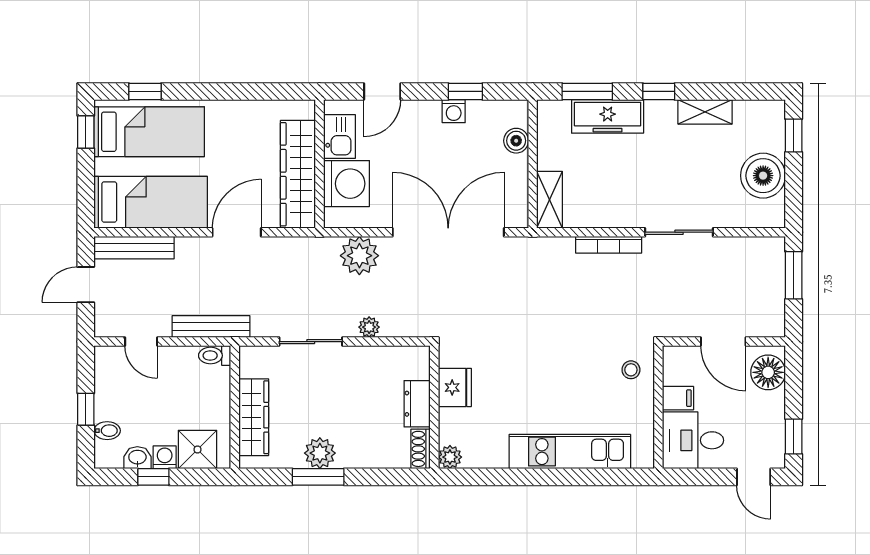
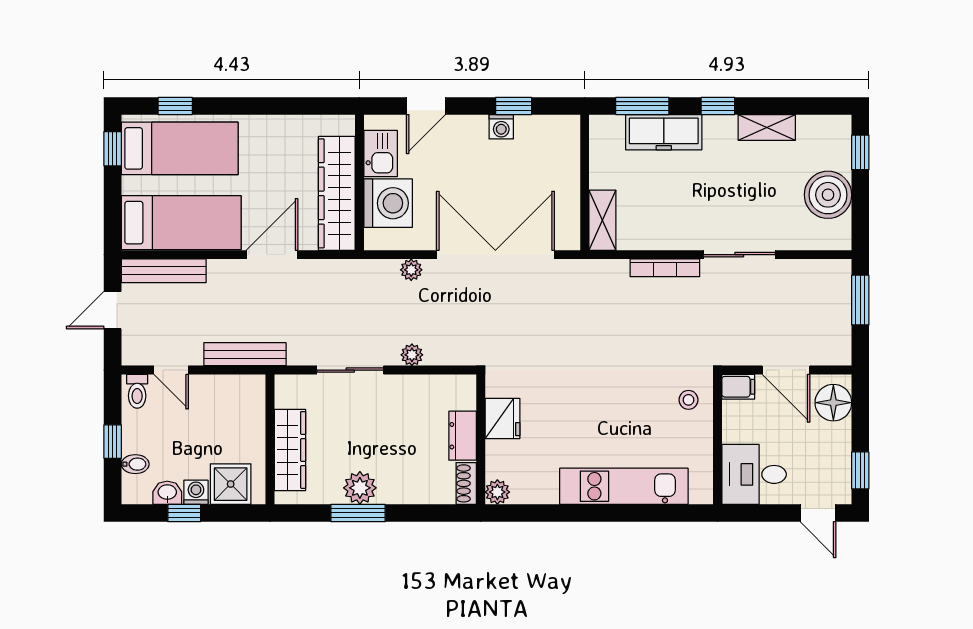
boiler: (516, 141) -> (567, 158), removed
plant: (359, 256) -> (411, 270), width x0.53, depth x0.53
toilet: (215, 356) -> (137, 391), moved, turned -90
filing cabinet: (678, 398) -> (738, 387), moved

